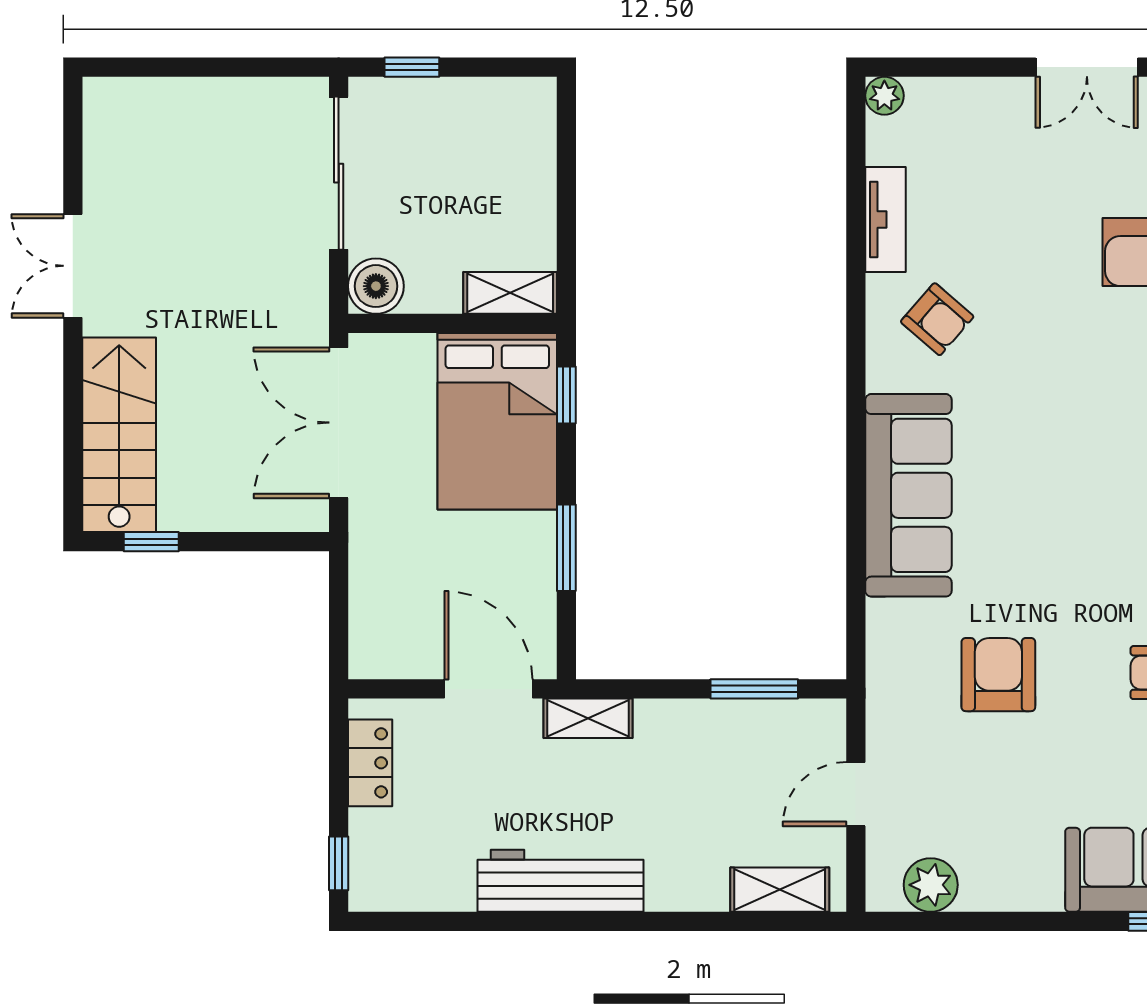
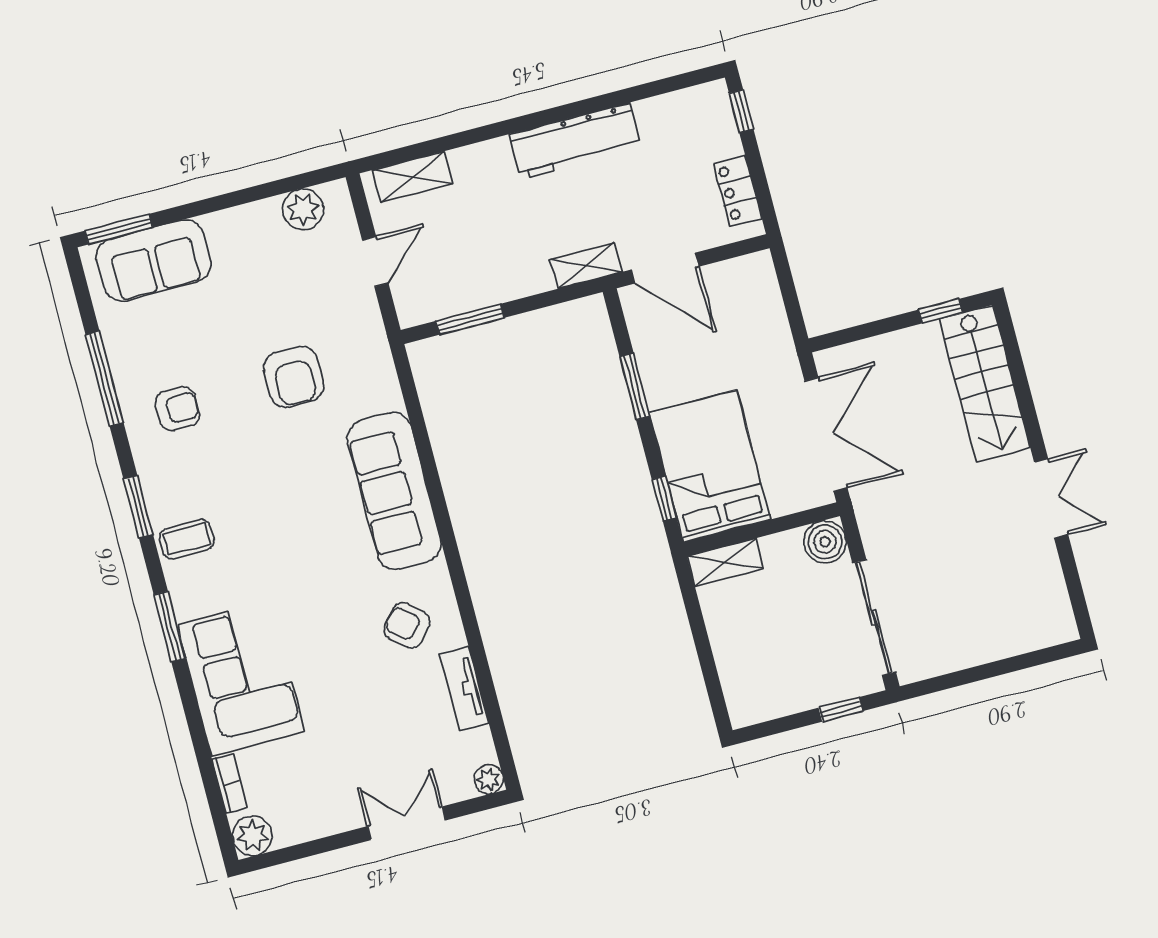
double door: (1087, 67) -> (407, 823), moved

